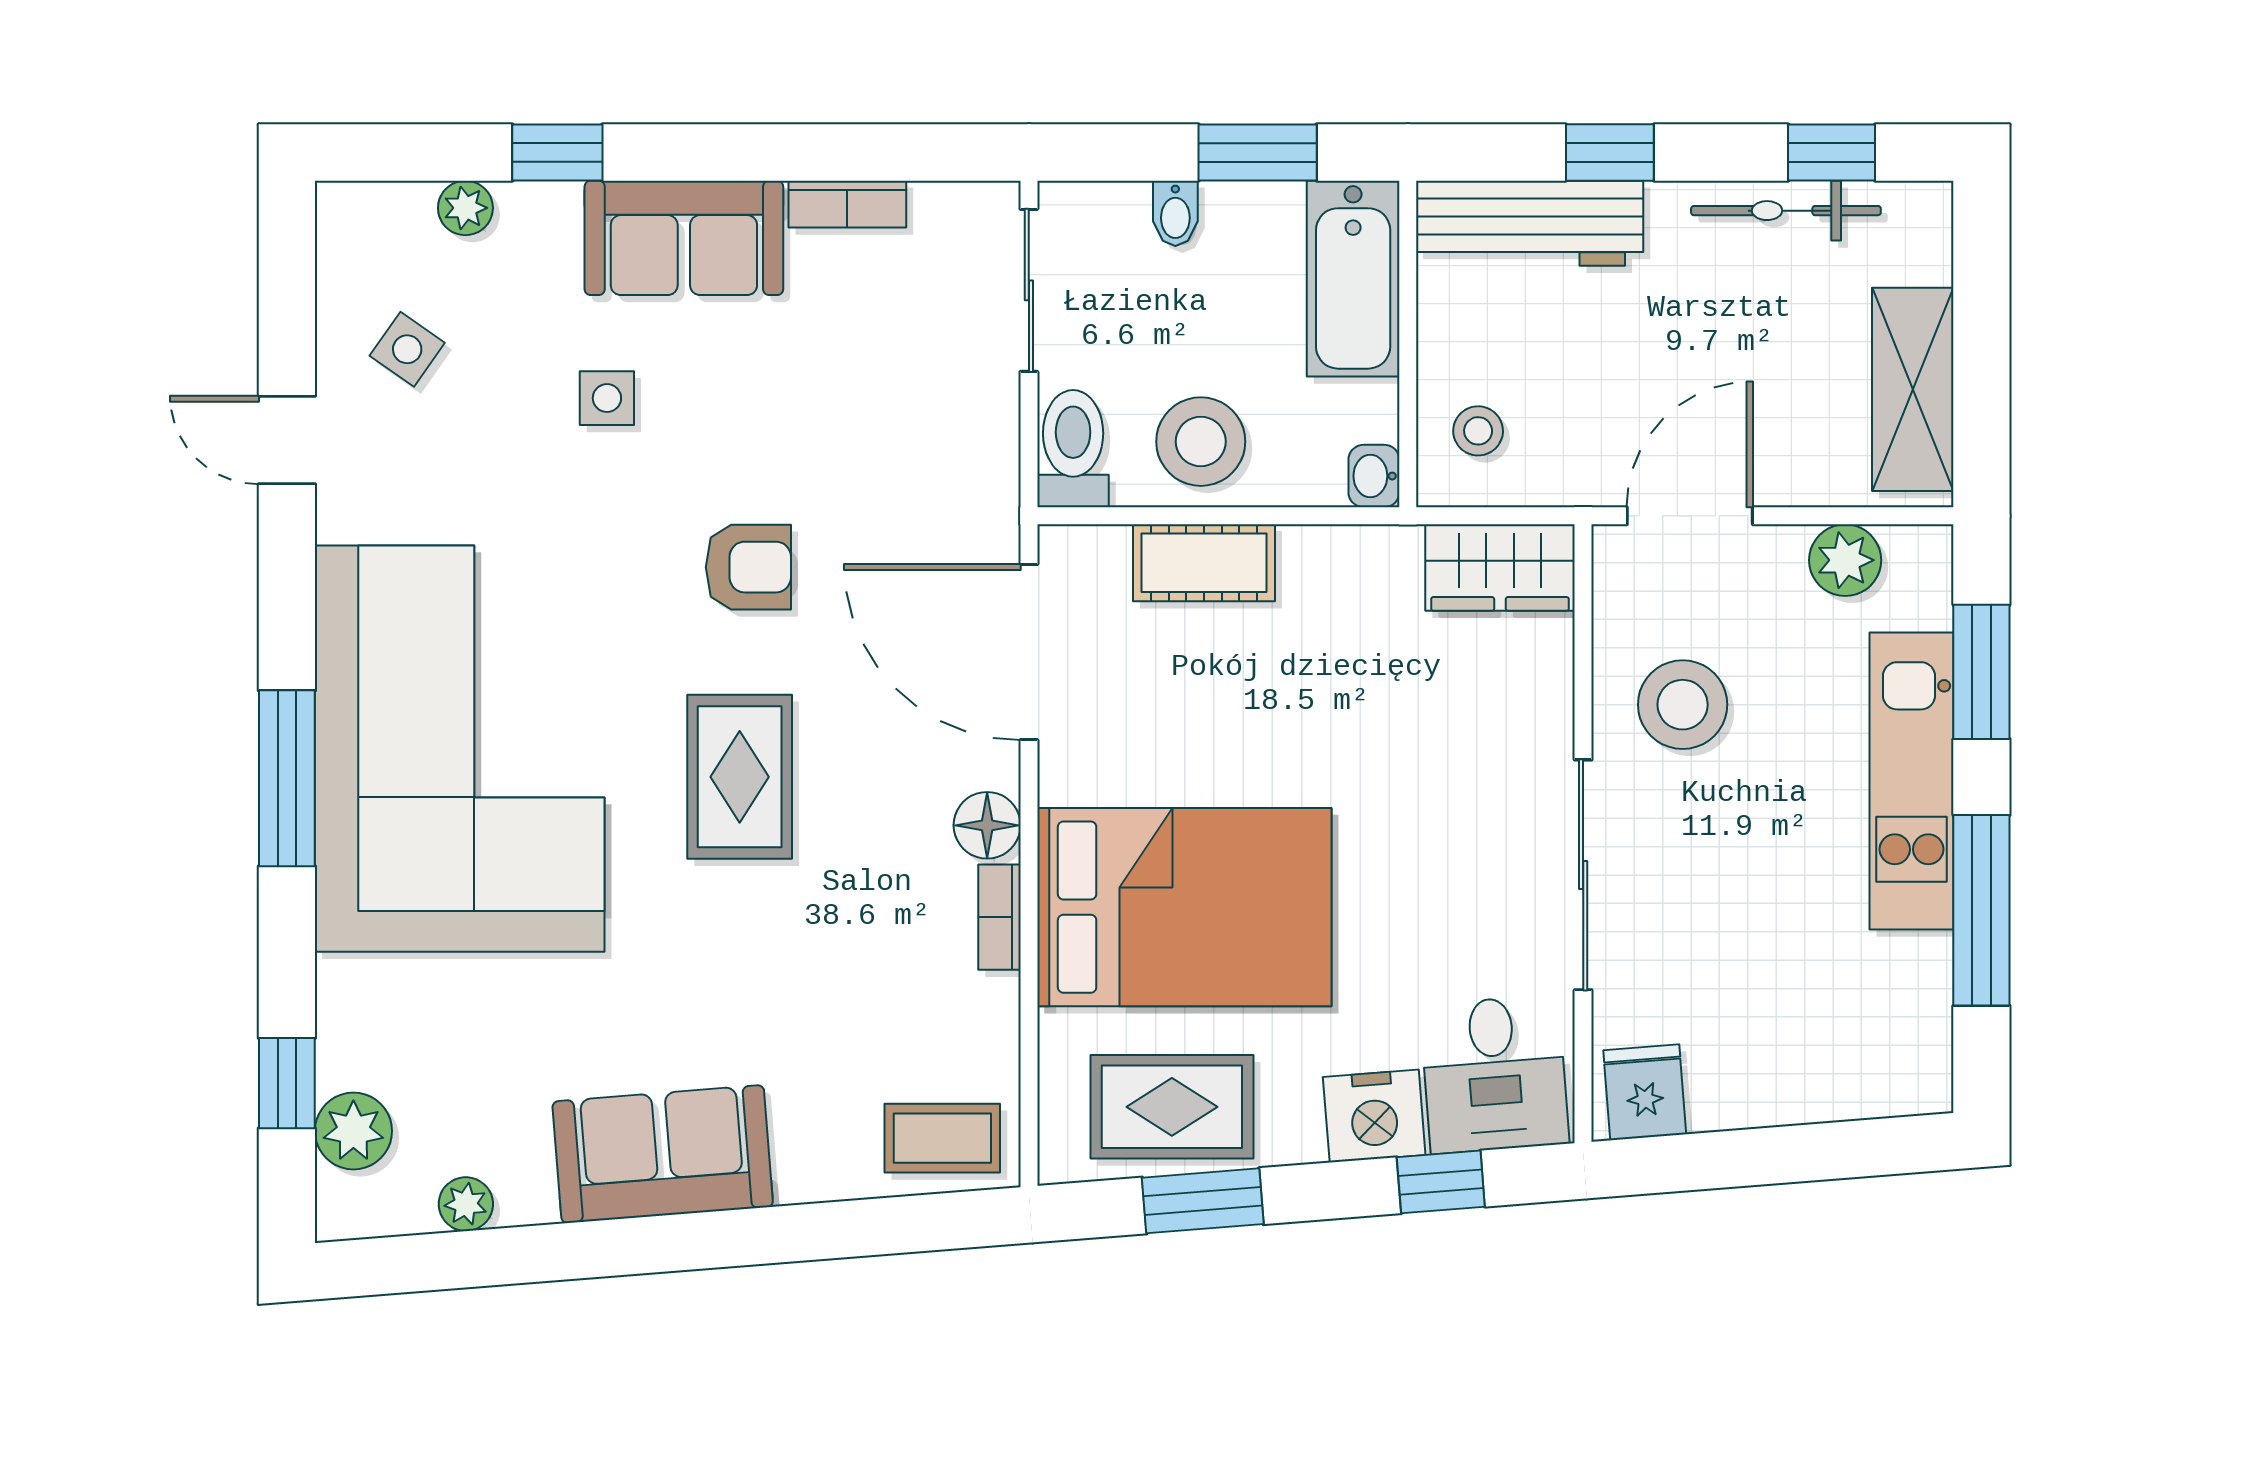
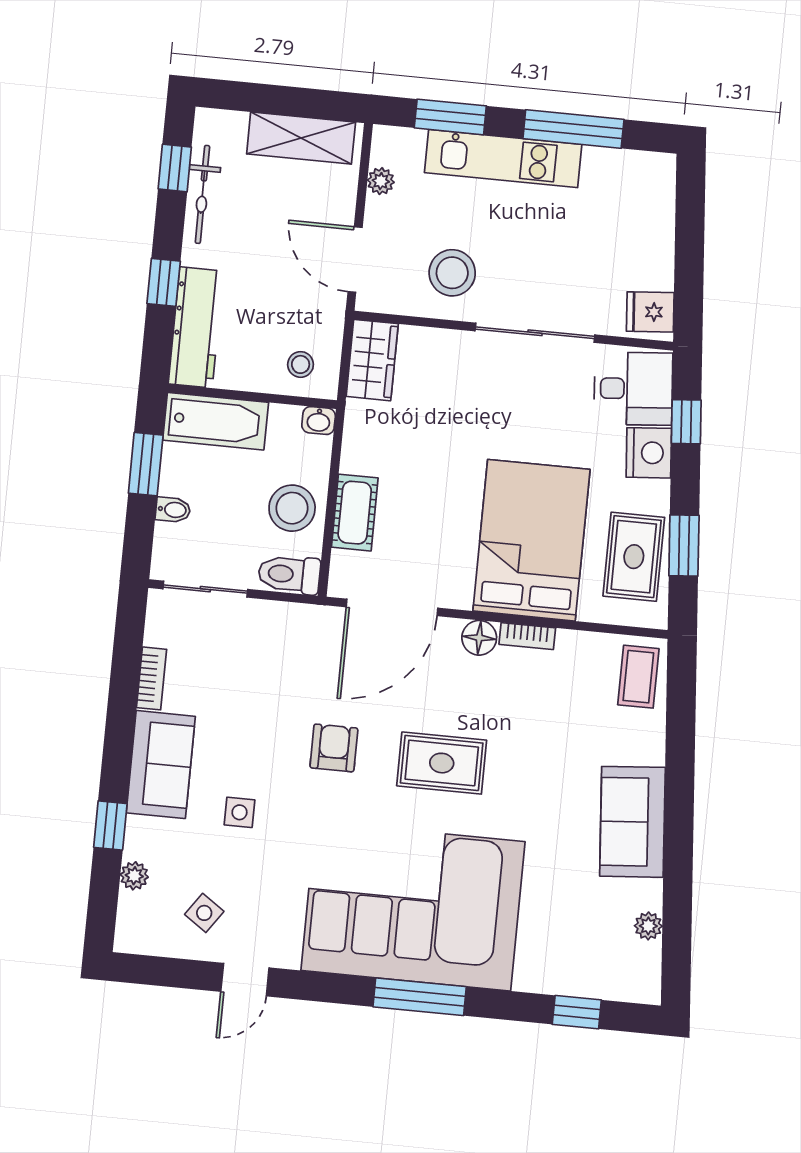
plant: (1845, 560) -> (381, 181), width x0.73, depth x0.73
plant: (353, 1131) -> (605, 980), removed

